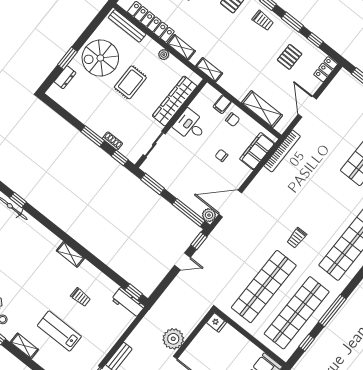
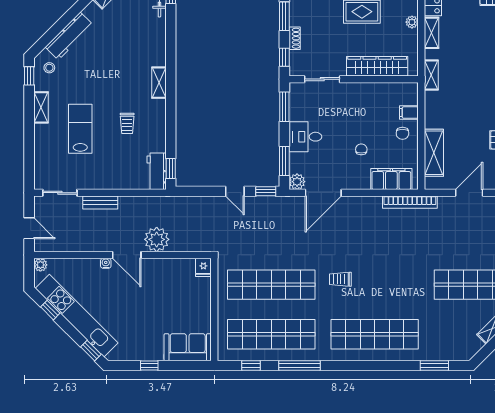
desk: (190, 125) -> (305, 137), moved, turned -90
door: (230, 204) -> (323, 193), swing flipped
window: (189, 213) -> (284, 161), width x0.69

